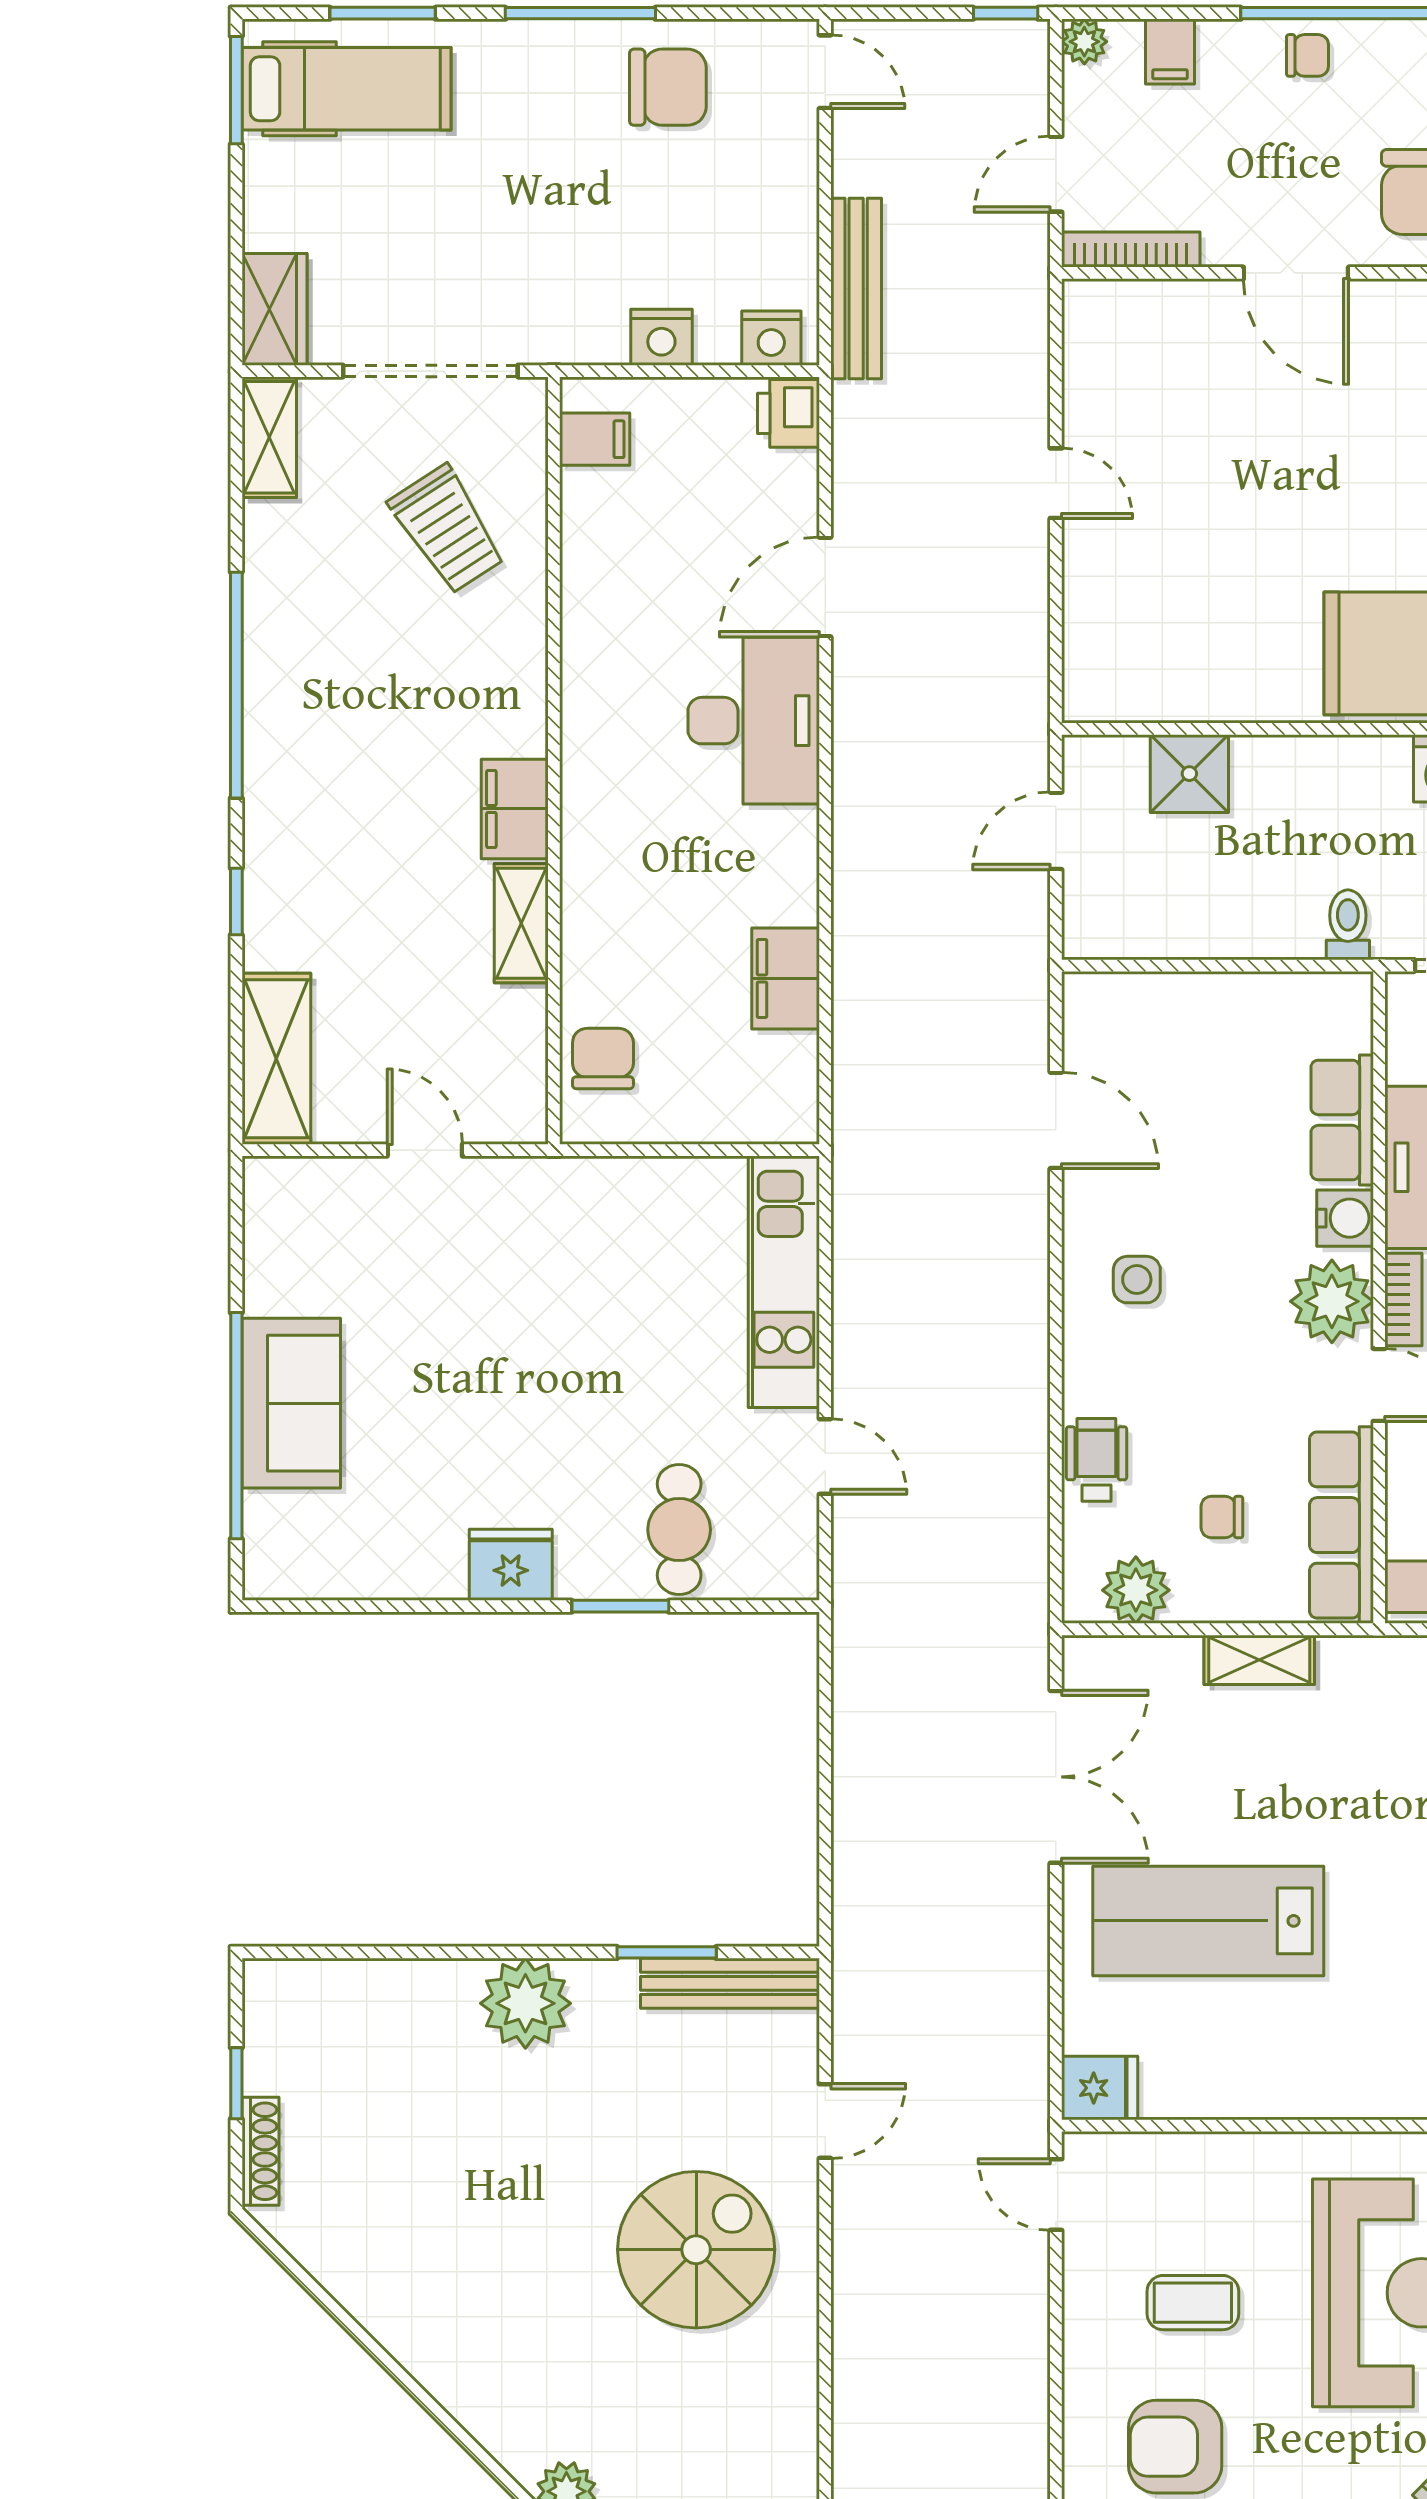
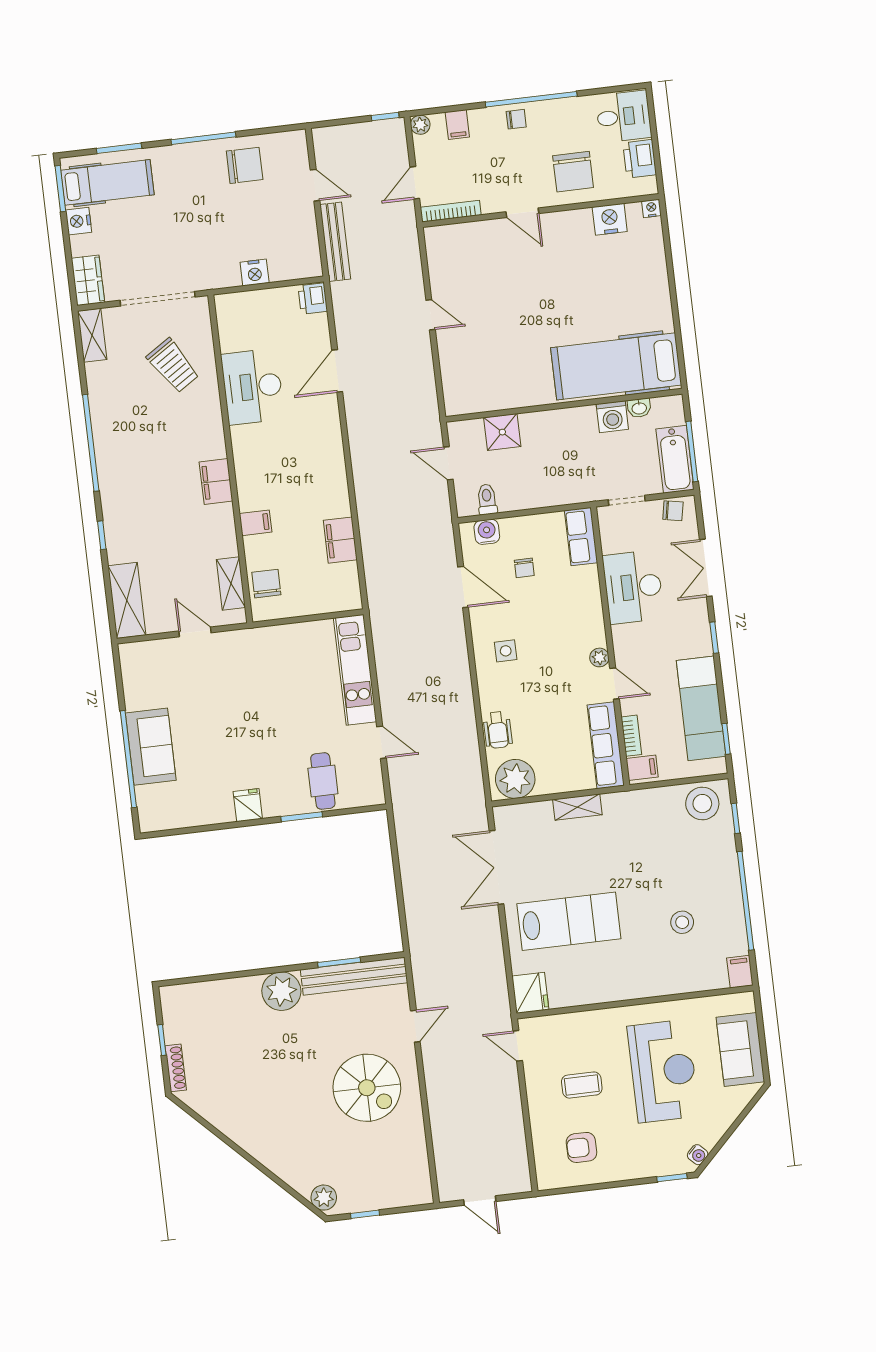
door: (825, 72) -> (315, 185), moved
door: (1296, 273) -> (522, 213), width x0.73
nightstand: (771, 338) -> (79, 221), moved, turned 90
filing cabinet: (595, 439) -> (255, 523), moved
desk: (754, 721) -> (252, 387), moved, turned 180
door: (1056, 831) -> (448, 463), hinge flipped
shelving: (521, 923) -> (231, 584), moved
toilet: (1348, 925) -> (487, 499), moved
row of seats: (1342, 1120) -> (581, 537), moved
water cooler: (1345, 1218) -> (487, 532), moved, turned -90
bookcase: (1403, 1300) -> (631, 736), moved
plant: (1332, 1301) -> (599, 657), width x0.53, depth x0.53
wheelchair: (1096, 1460) -> (498, 730), turned 180
chair: (1222, 1517) -> (524, 568), moved, turned -90
fridge: (511, 1565) -> (248, 805), width x0.72
plant: (1136, 1590) -> (515, 779), width x1.36, depth x1.36
double door: (1056, 1777) -> (496, 867), swing flipped
lab bench: (1208, 1921) -> (569, 921), turned 180
bench: (730, 1983) -> (354, 976), width x1.37, depth x1.21
fridge: (1100, 2088) -> (530, 993), width x1.38
spiral stairs: (696, 2250) -> (367, 1088), turned 90
armchair: (1175, 2447) -> (581, 1147), width x0.72, depth x0.72

